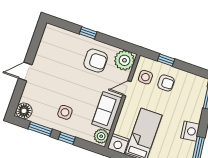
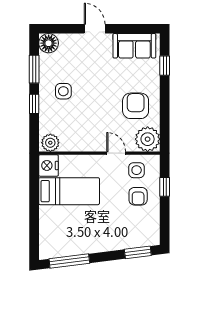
window: (88, 33) -> (165, 66), moved
armchair: (96, 61) -> (136, 106), turned 180
sofa: (107, 111) -> (134, 46), moved, turned 180
nightstand: (190, 131) -> (92, 244), removed

